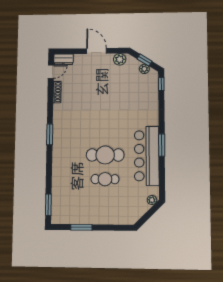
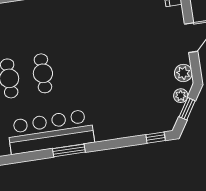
plant: (144, 69) -> (181, 96), moved
cafe table: (105, 155) -> (43, 73), width x0.73, depth x0.74

